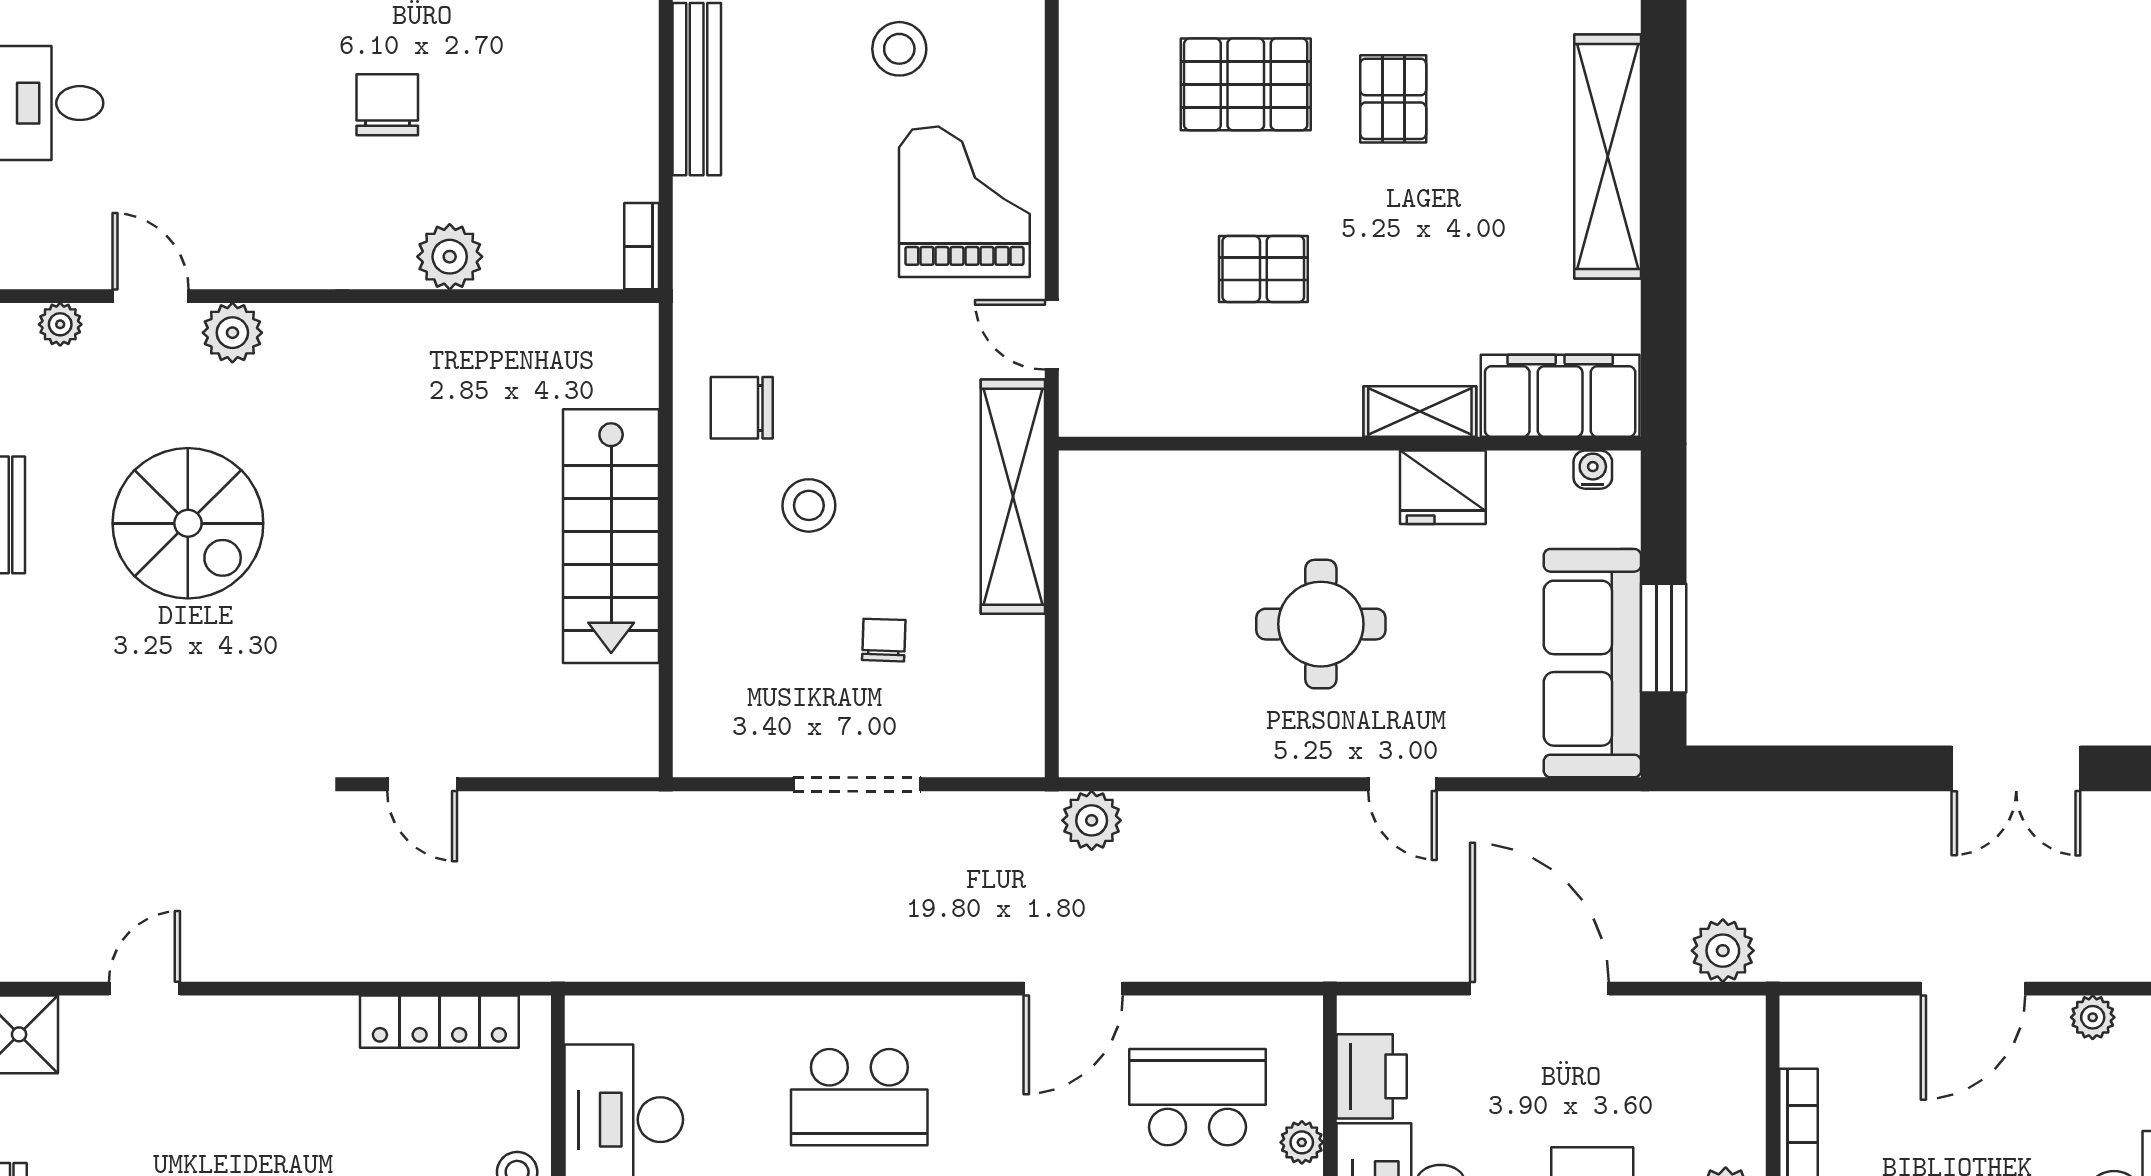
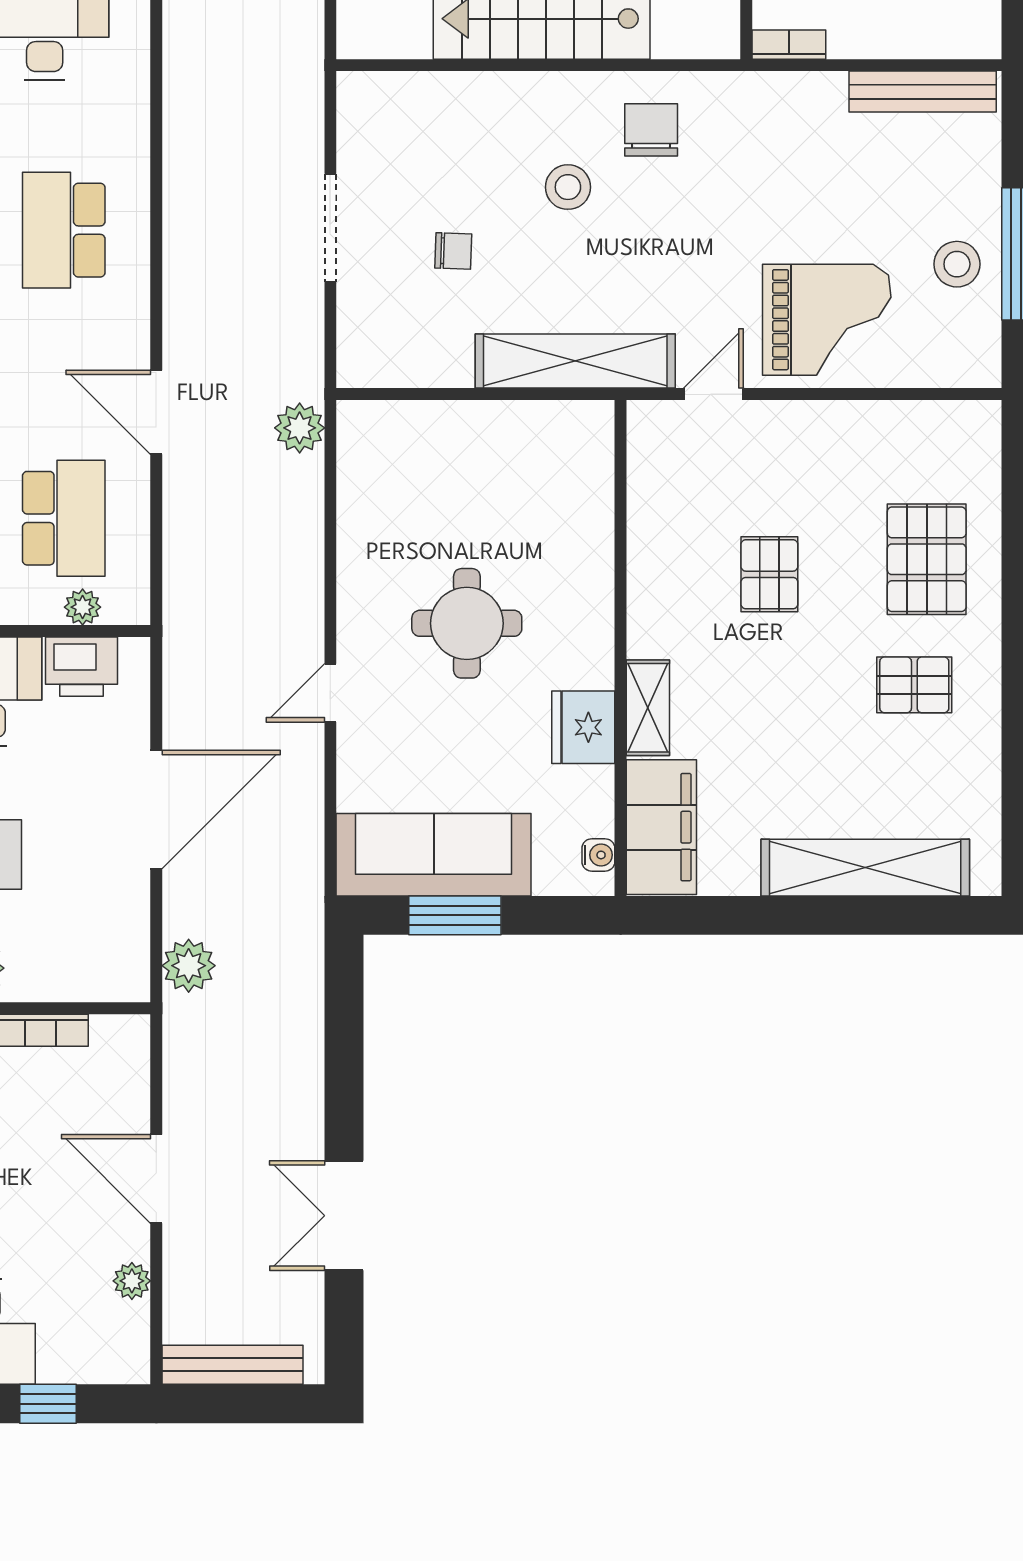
plant: (1302, 1142) -> (83, 607), moved

